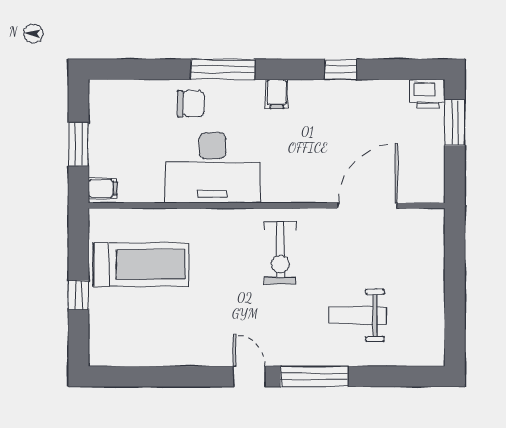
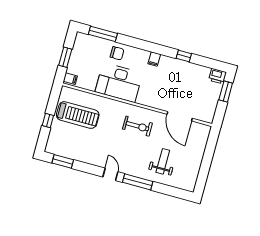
window: (223, 69) -> (103, 34), moved
door: (368, 206) -> (180, 116), swing flipped
exercise bike: (280, 253) -> (137, 126), turned -90
weight bench: (358, 315) -> (163, 161), turned 90
window: (136, 376) -> (63, 161), added

